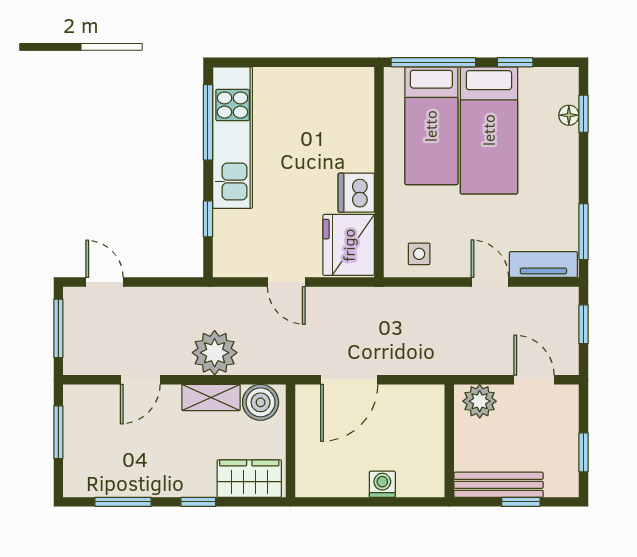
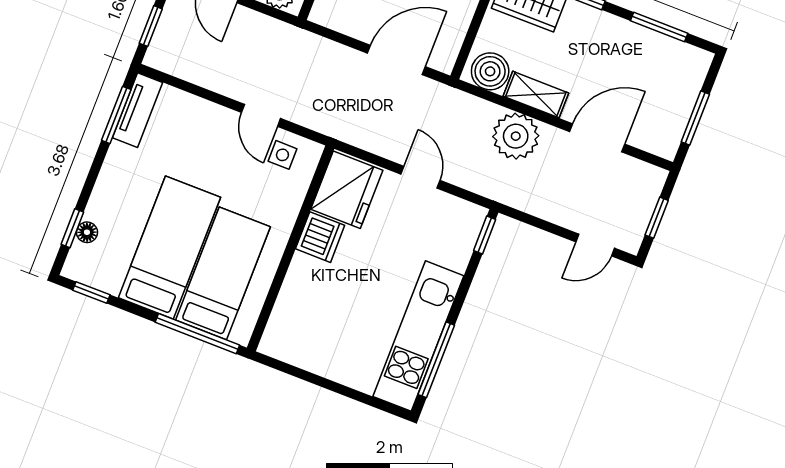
window: (515, 62) -> (91, 293), moved
window: (208, 219) -> (485, 235), moved
tv unit: (543, 265) -> (138, 110), moved, turned -90
door: (105, 282) -> (595, 245), hinge flipped
door: (490, 282) -> (261, 115), moved
window: (58, 328) -> (657, 218), width x0.67
door: (140, 380) -> (597, 138), width x1.38

